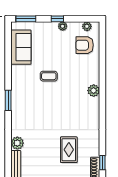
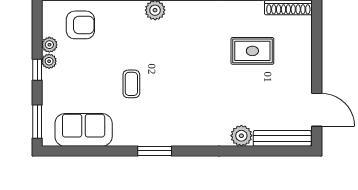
plant: (87, 26) -> (49, 45), moved
armchair: (85, 45) -> (80, 25), turned -90
window: (8, 100) -> (155, 151), moved

